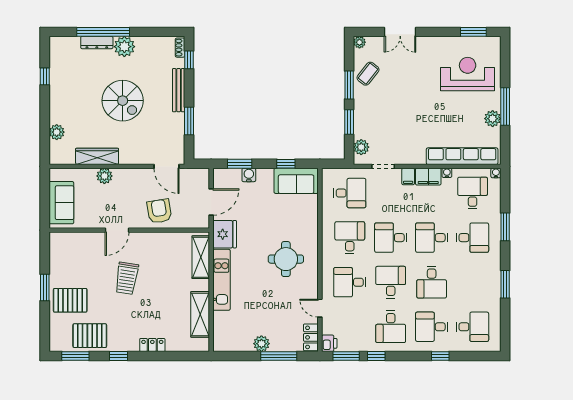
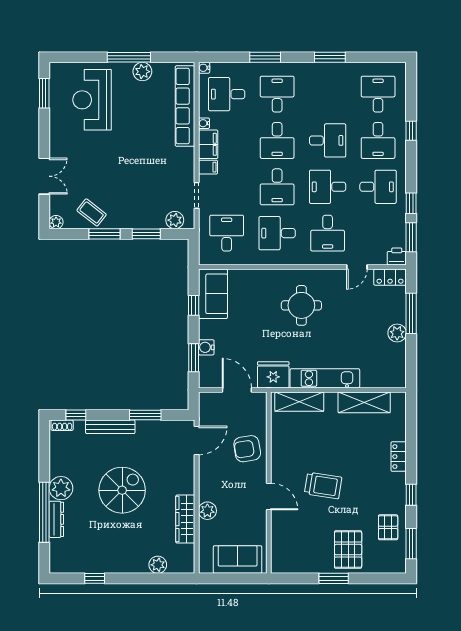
pallet: (90, 336) -> (388, 527), width x0.67, depth x0.71

